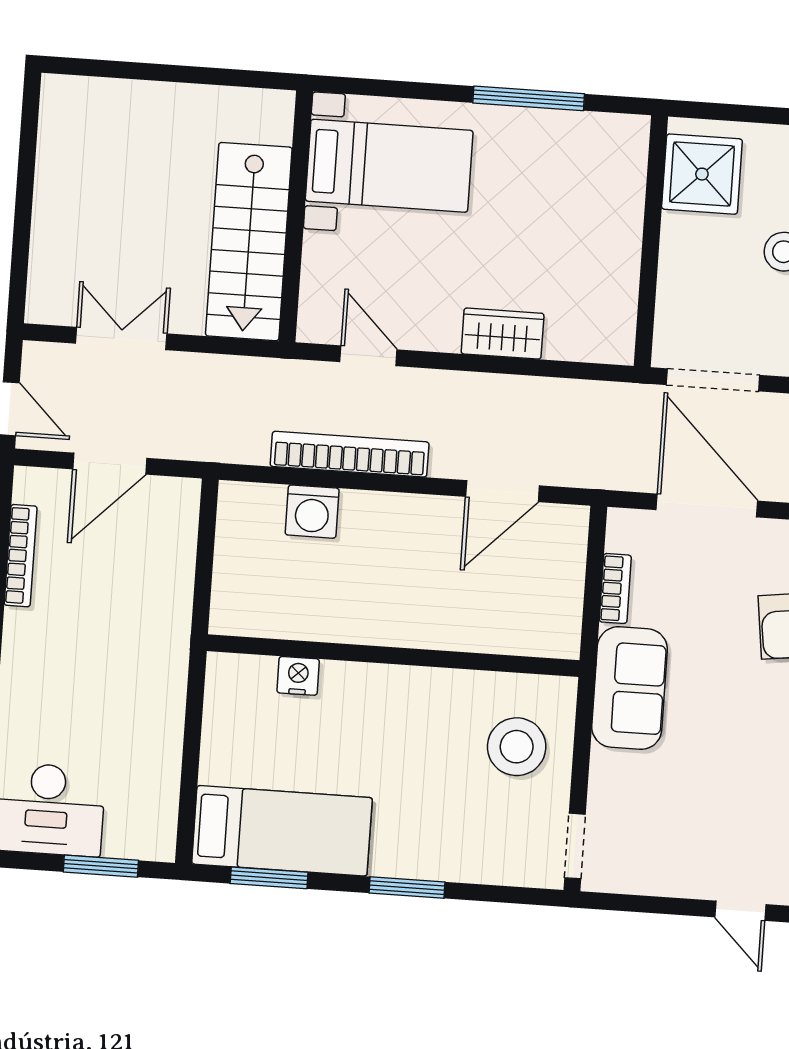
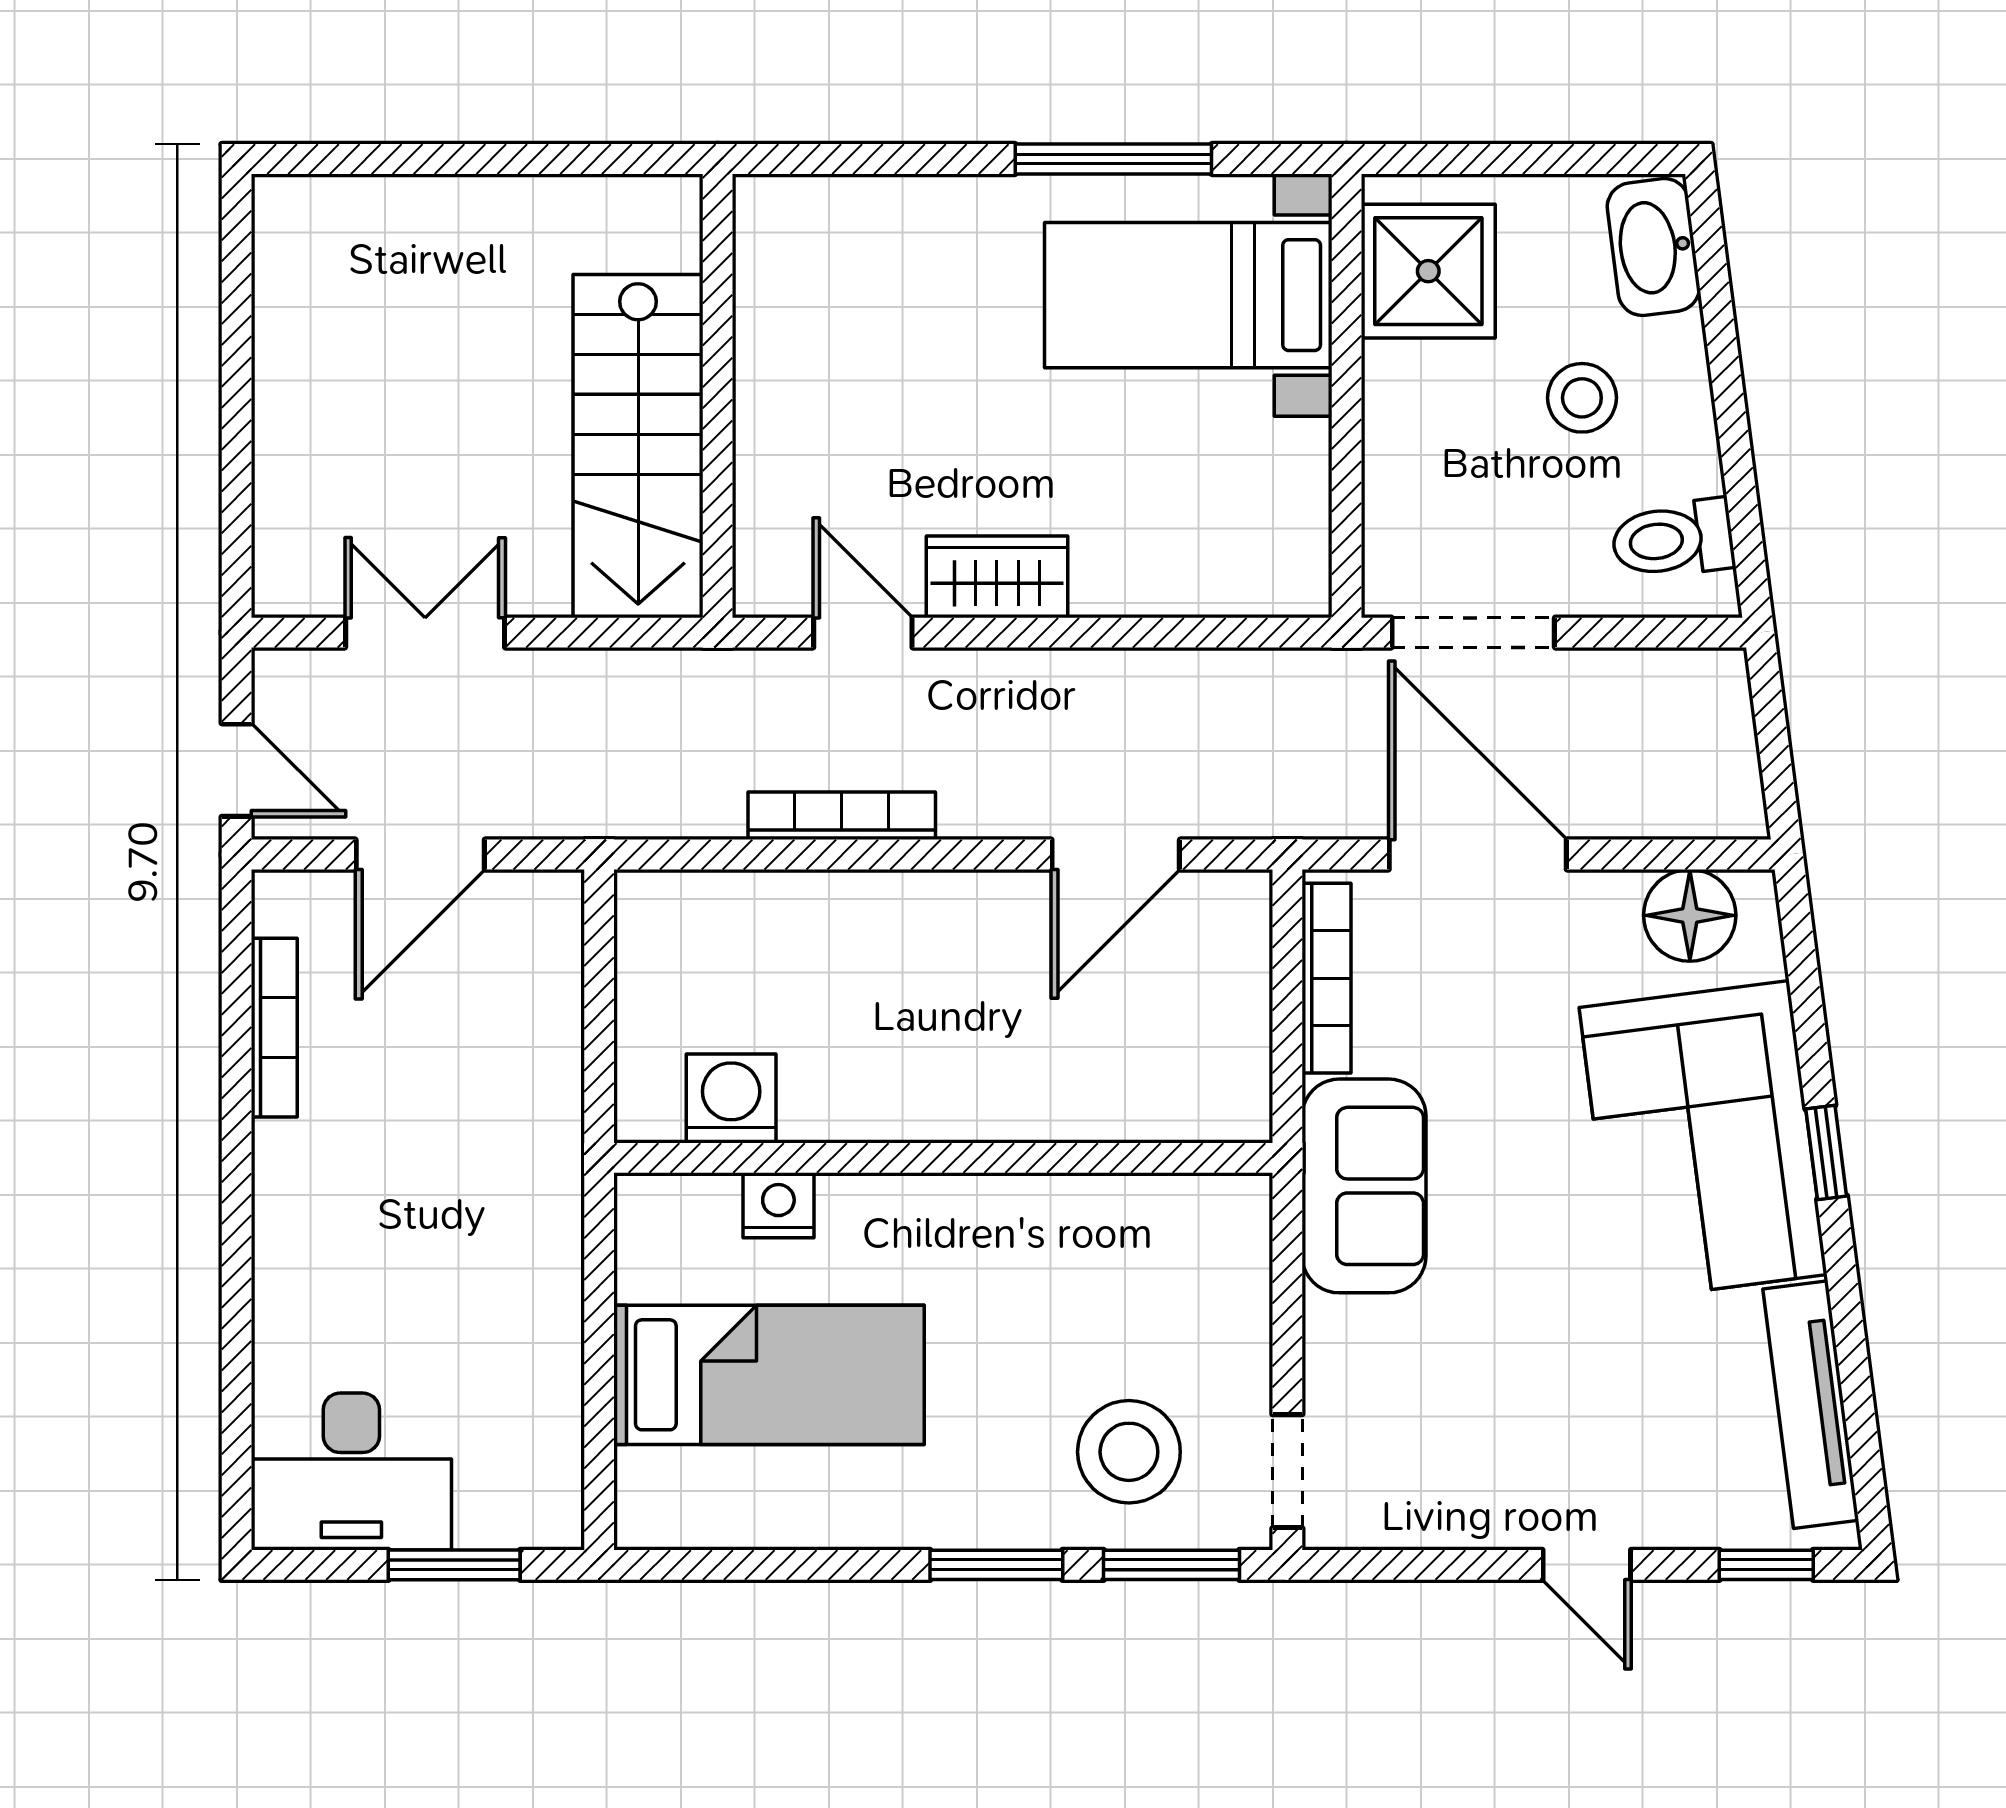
bed with nightstands: (389, 166) -> (1188, 295), moved, turned 180
wardrobe: (503, 334) -> (997, 577), moved
bookcase: (350, 454) -> (842, 816), width x0.68, depth x0.76
washing machine: (312, 512) -> (731, 1098), moved, turned 180
bookcase: (615, 588) -> (1326, 978), width x1.56
stool: (517, 747) -> (1129, 1452), moved
bed: (282, 831) -> (769, 1375), moved
window: (269, 878) -> (1171, 1565), moved

